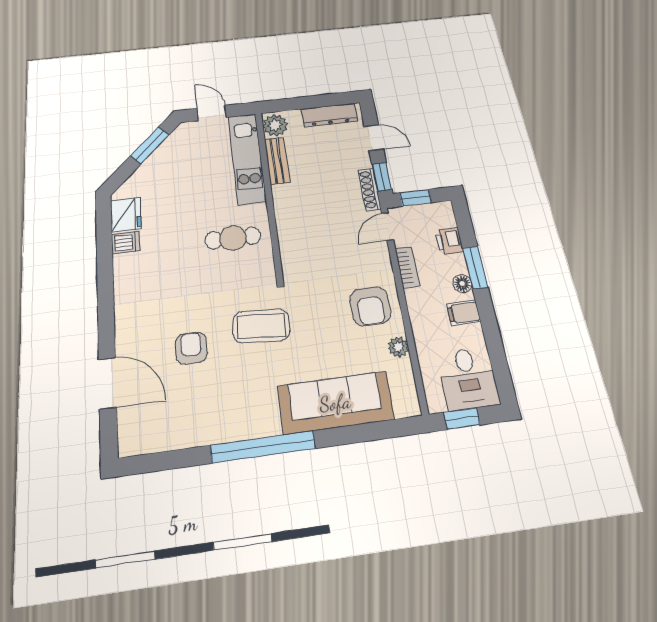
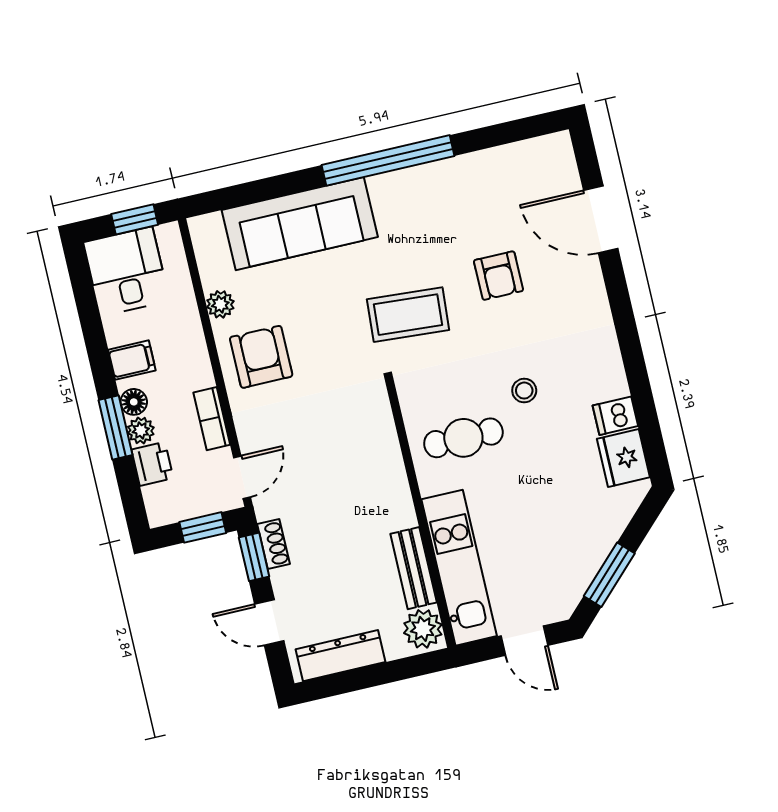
shoe rack: (370, 189) -> (273, 544), width x0.70
plant: (457, 264) -> (141, 430), added
stool: (186, 265) -> (524, 391), added

